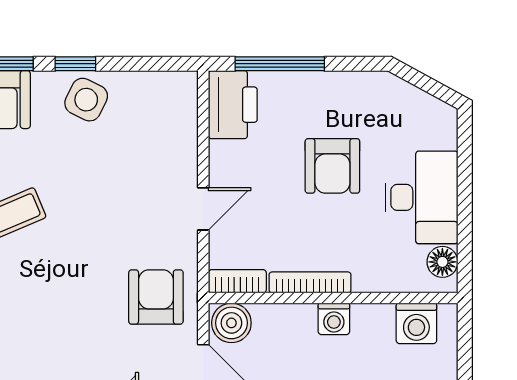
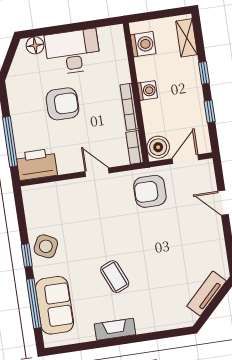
floor lamp: (442, 262) -> (35, 45), moved

